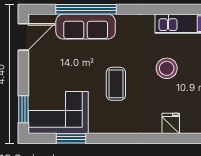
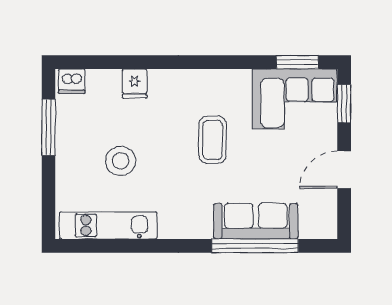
door: (23, 37) -> (344, 170), moved
stool: (167, 68) -> (121, 161), moved
window: (71, 138) -> (297, 62), moved

